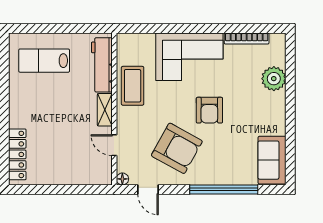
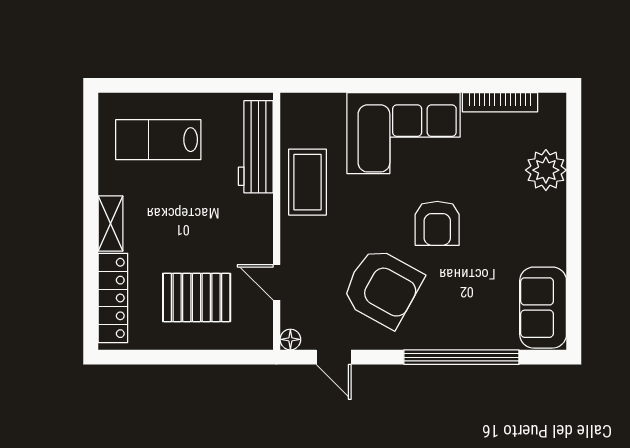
shelving: (105, 110) -> (111, 223), moved
pallet: (67, 154) -> (197, 297), added

